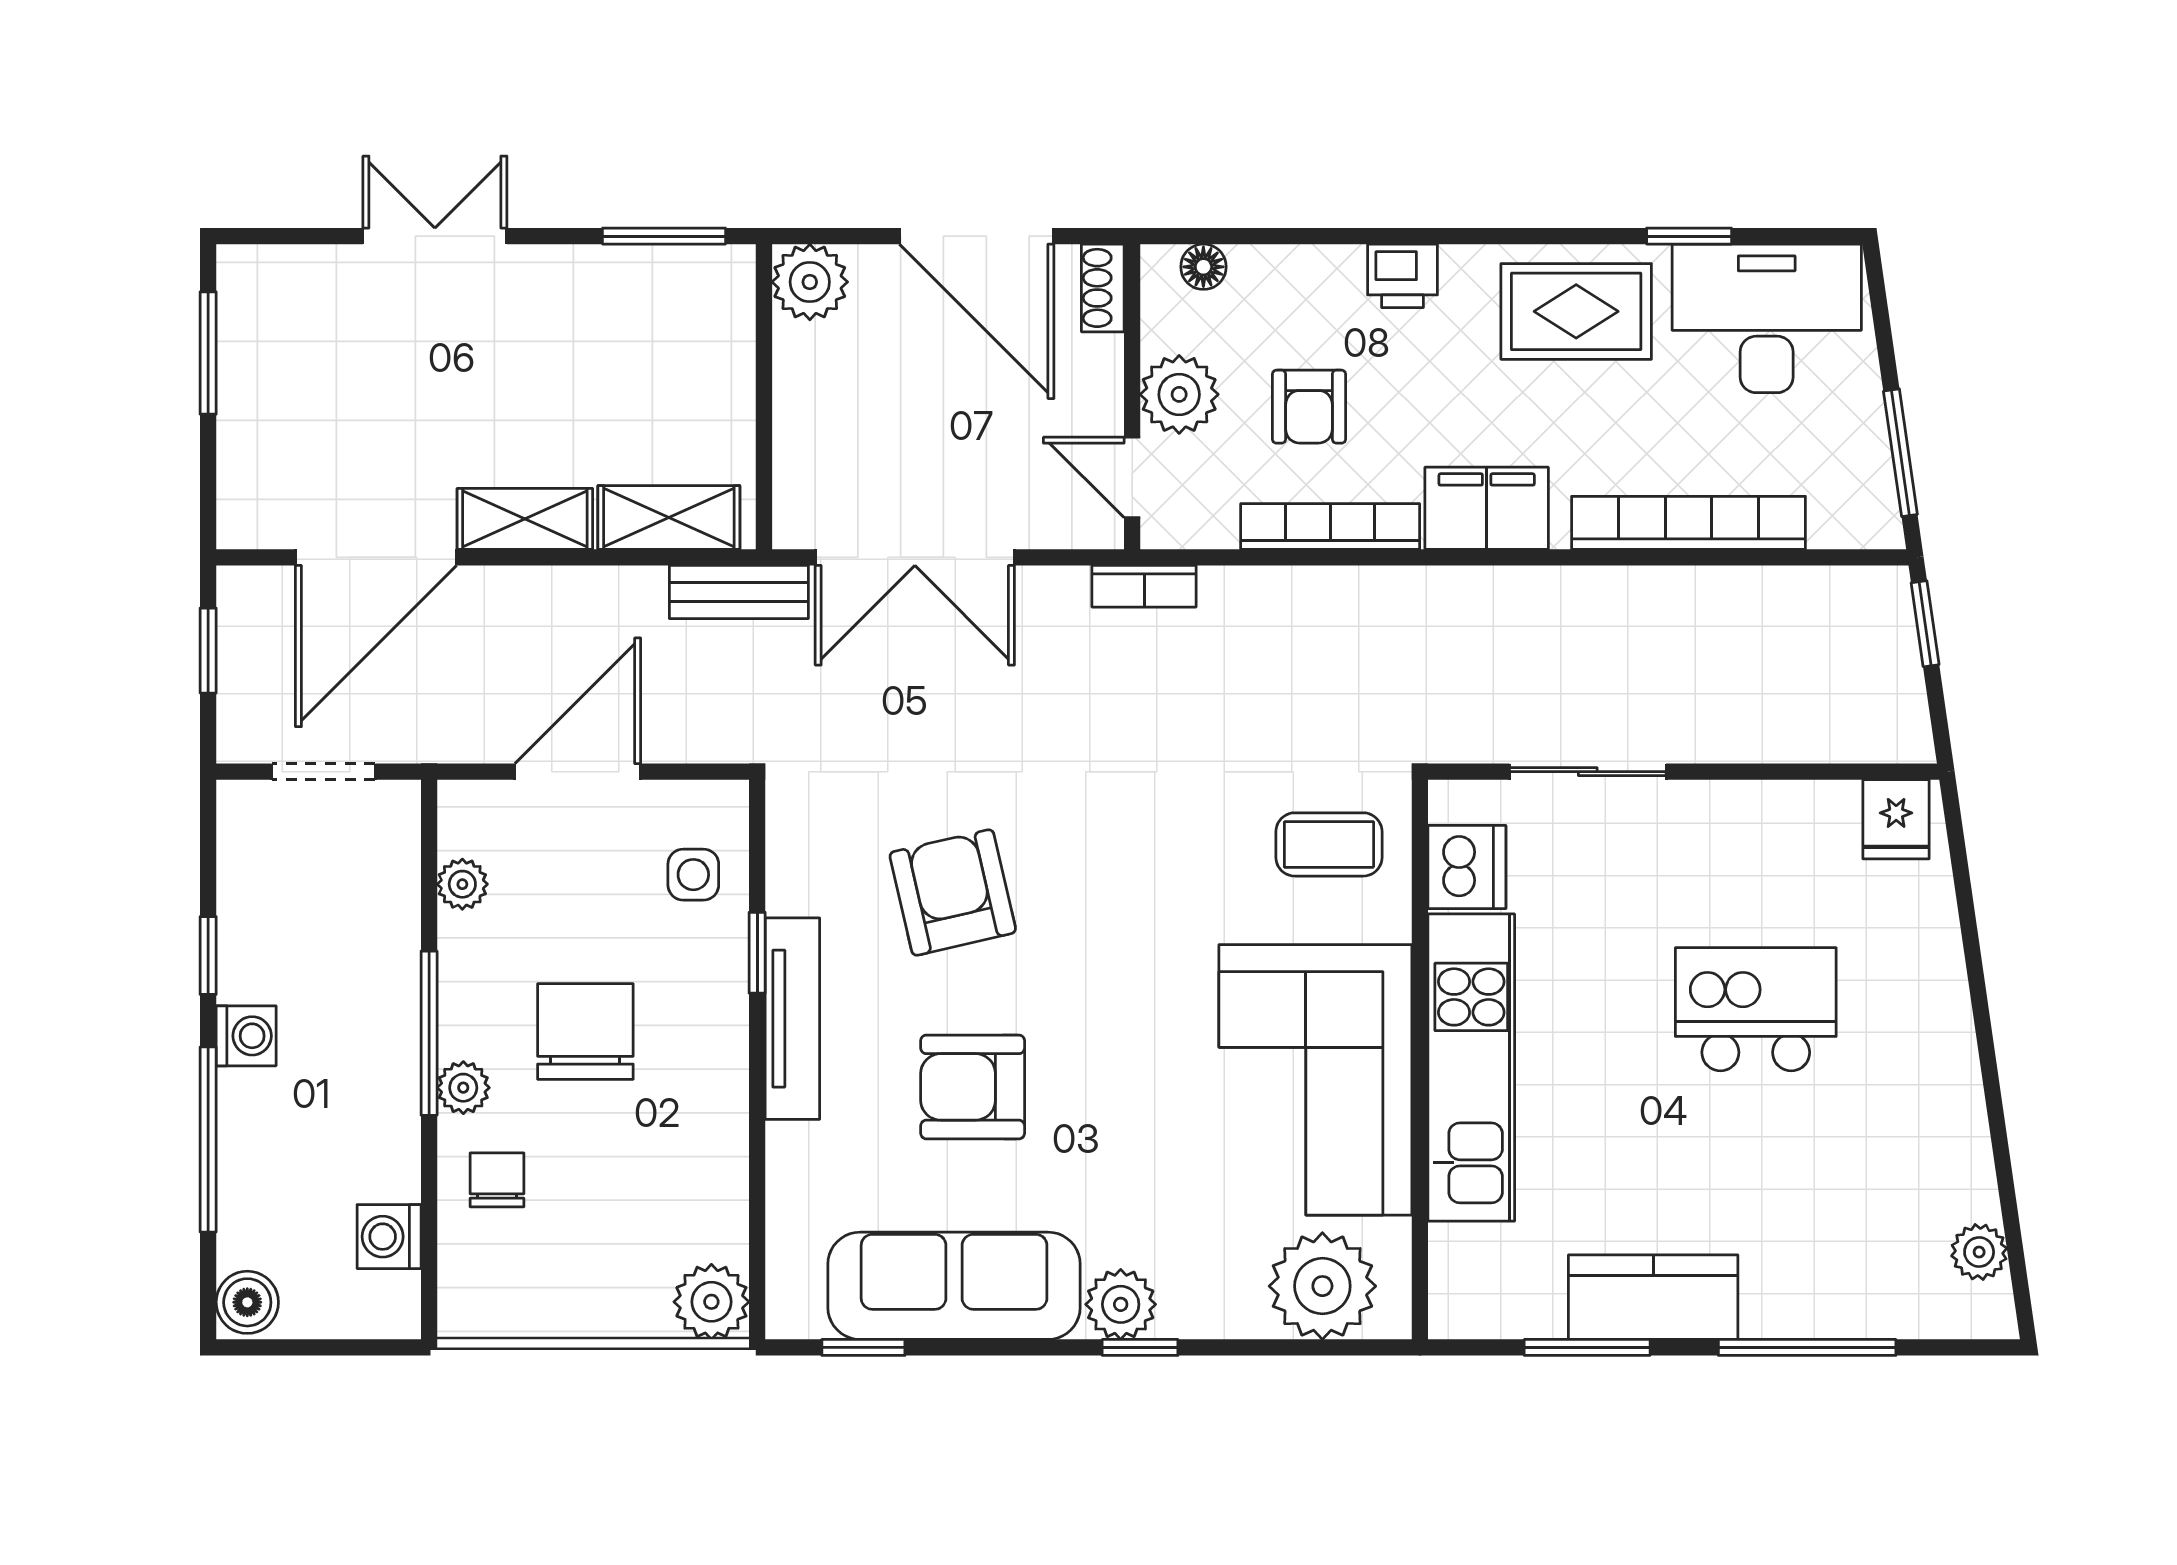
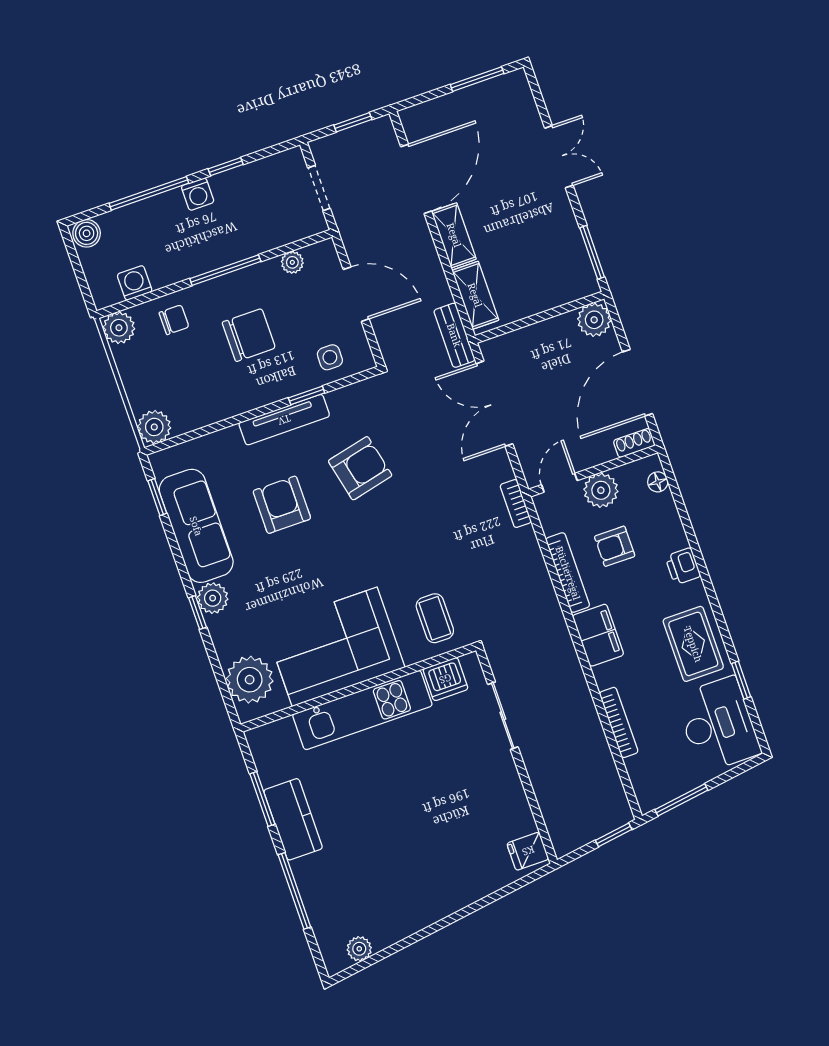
bookcase: (1689, 523) -> (619, 722), width x0.68, depth x0.76
door: (376, 557) -> (416, 179), swing flipped
kitchen island: (1756, 1009) -> (428, 820), removed
plant: (463, 1088) -> (119, 328), moved, width x1.38, depth x1.38

